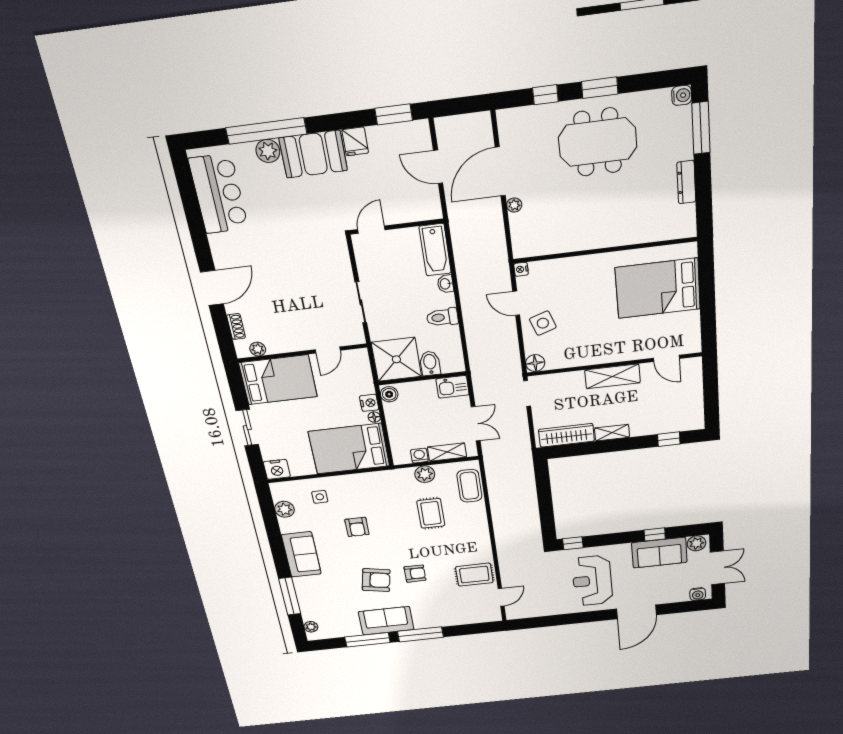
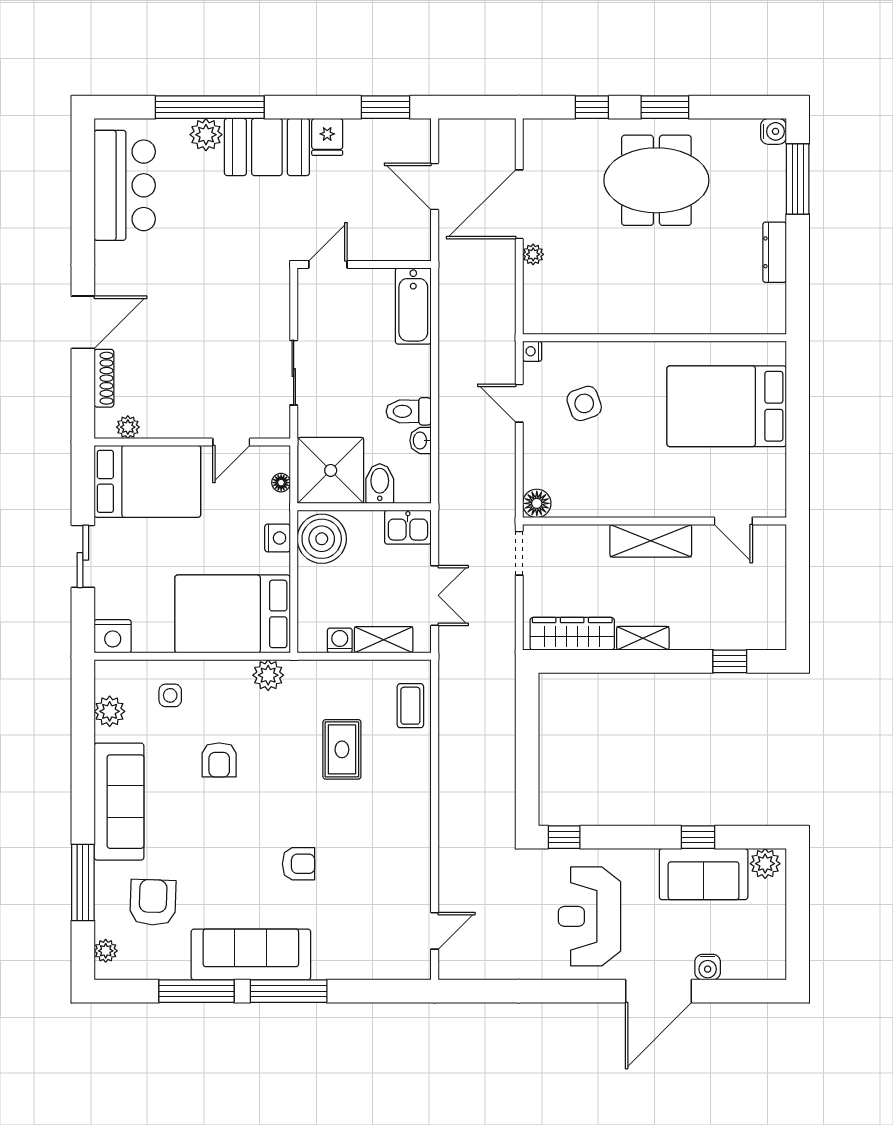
washbasin: (445, 284) -> (421, 440), moved
side table: (543, 323) -> (584, 403), moved
shoe rack: (236, 327) -> (104, 378), width x1.43
boiler: (389, 394) -> (322, 539), width x1.86, depth x1.86
floor lamp: (374, 417) -> (281, 483), moved
plant: (425, 474) -> (268, 675), moved
coffee table: (469, 486) -> (410, 706), width x0.73, depth x0.77
sofa: (301, 554) -> (119, 802), width x1.36
double door: (717, 568) -> (798, 917), removed
rug: (474, 575) -> (396, 879), removed
armchair: (376, 580) -> (153, 902), moved, turned -99
water cooler: (698, 594) -> (708, 967), moved
sofa: (386, 621) -> (251, 954), width x1.36

